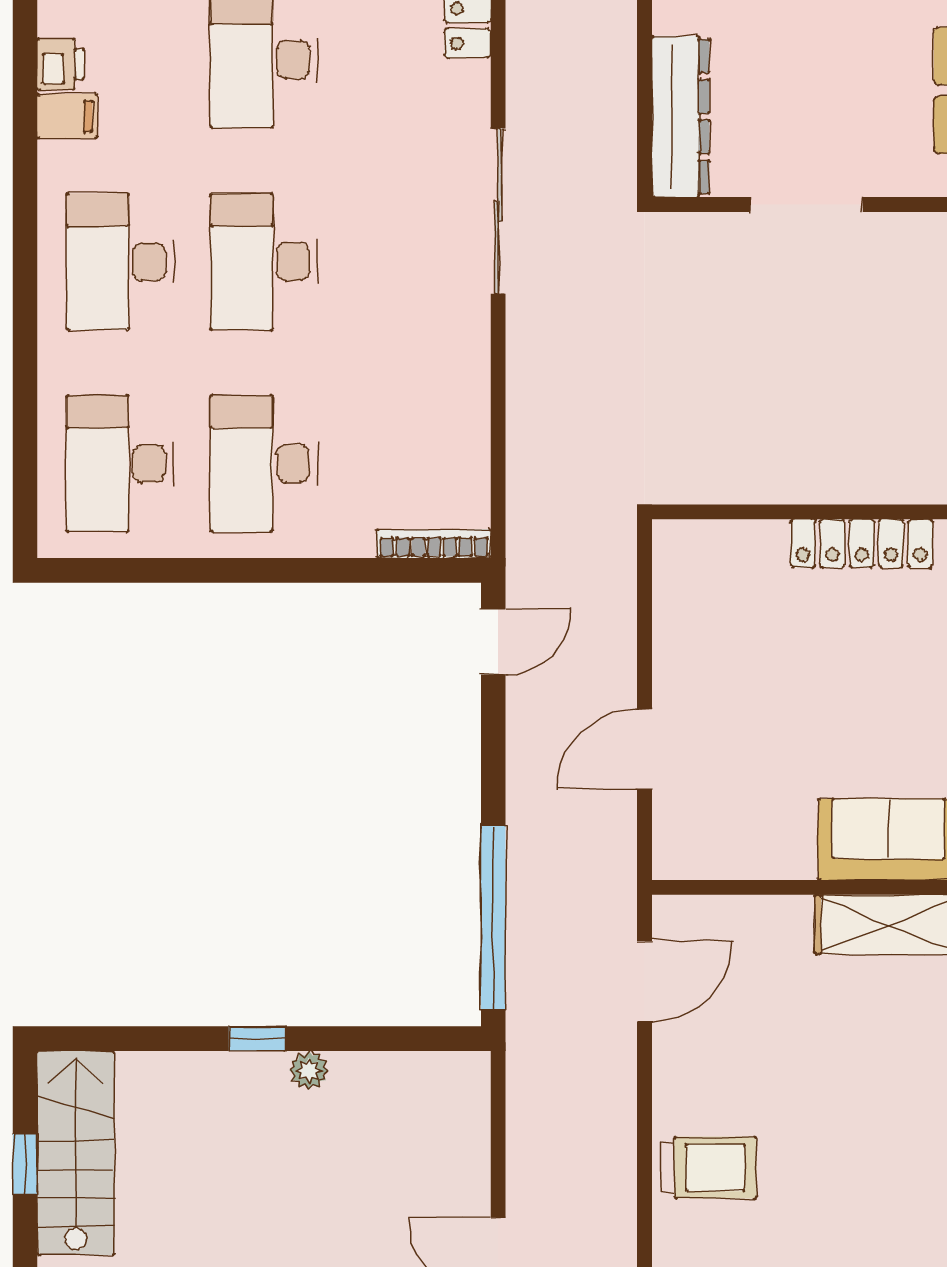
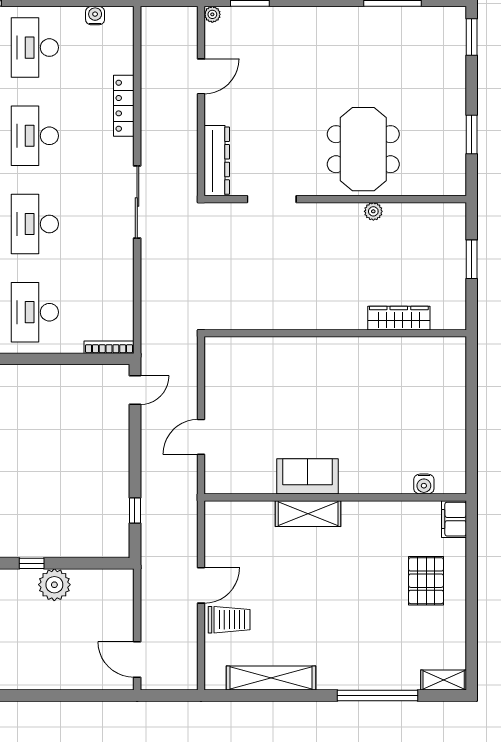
locker: (862, 543) -> (296, 347), removed
window: (493, 918) -> (135, 511), width x0.32
door: (644, 981) -> (201, 585), moved
plant: (309, 1070) -> (54, 585), width x1.88, depth x1.88

